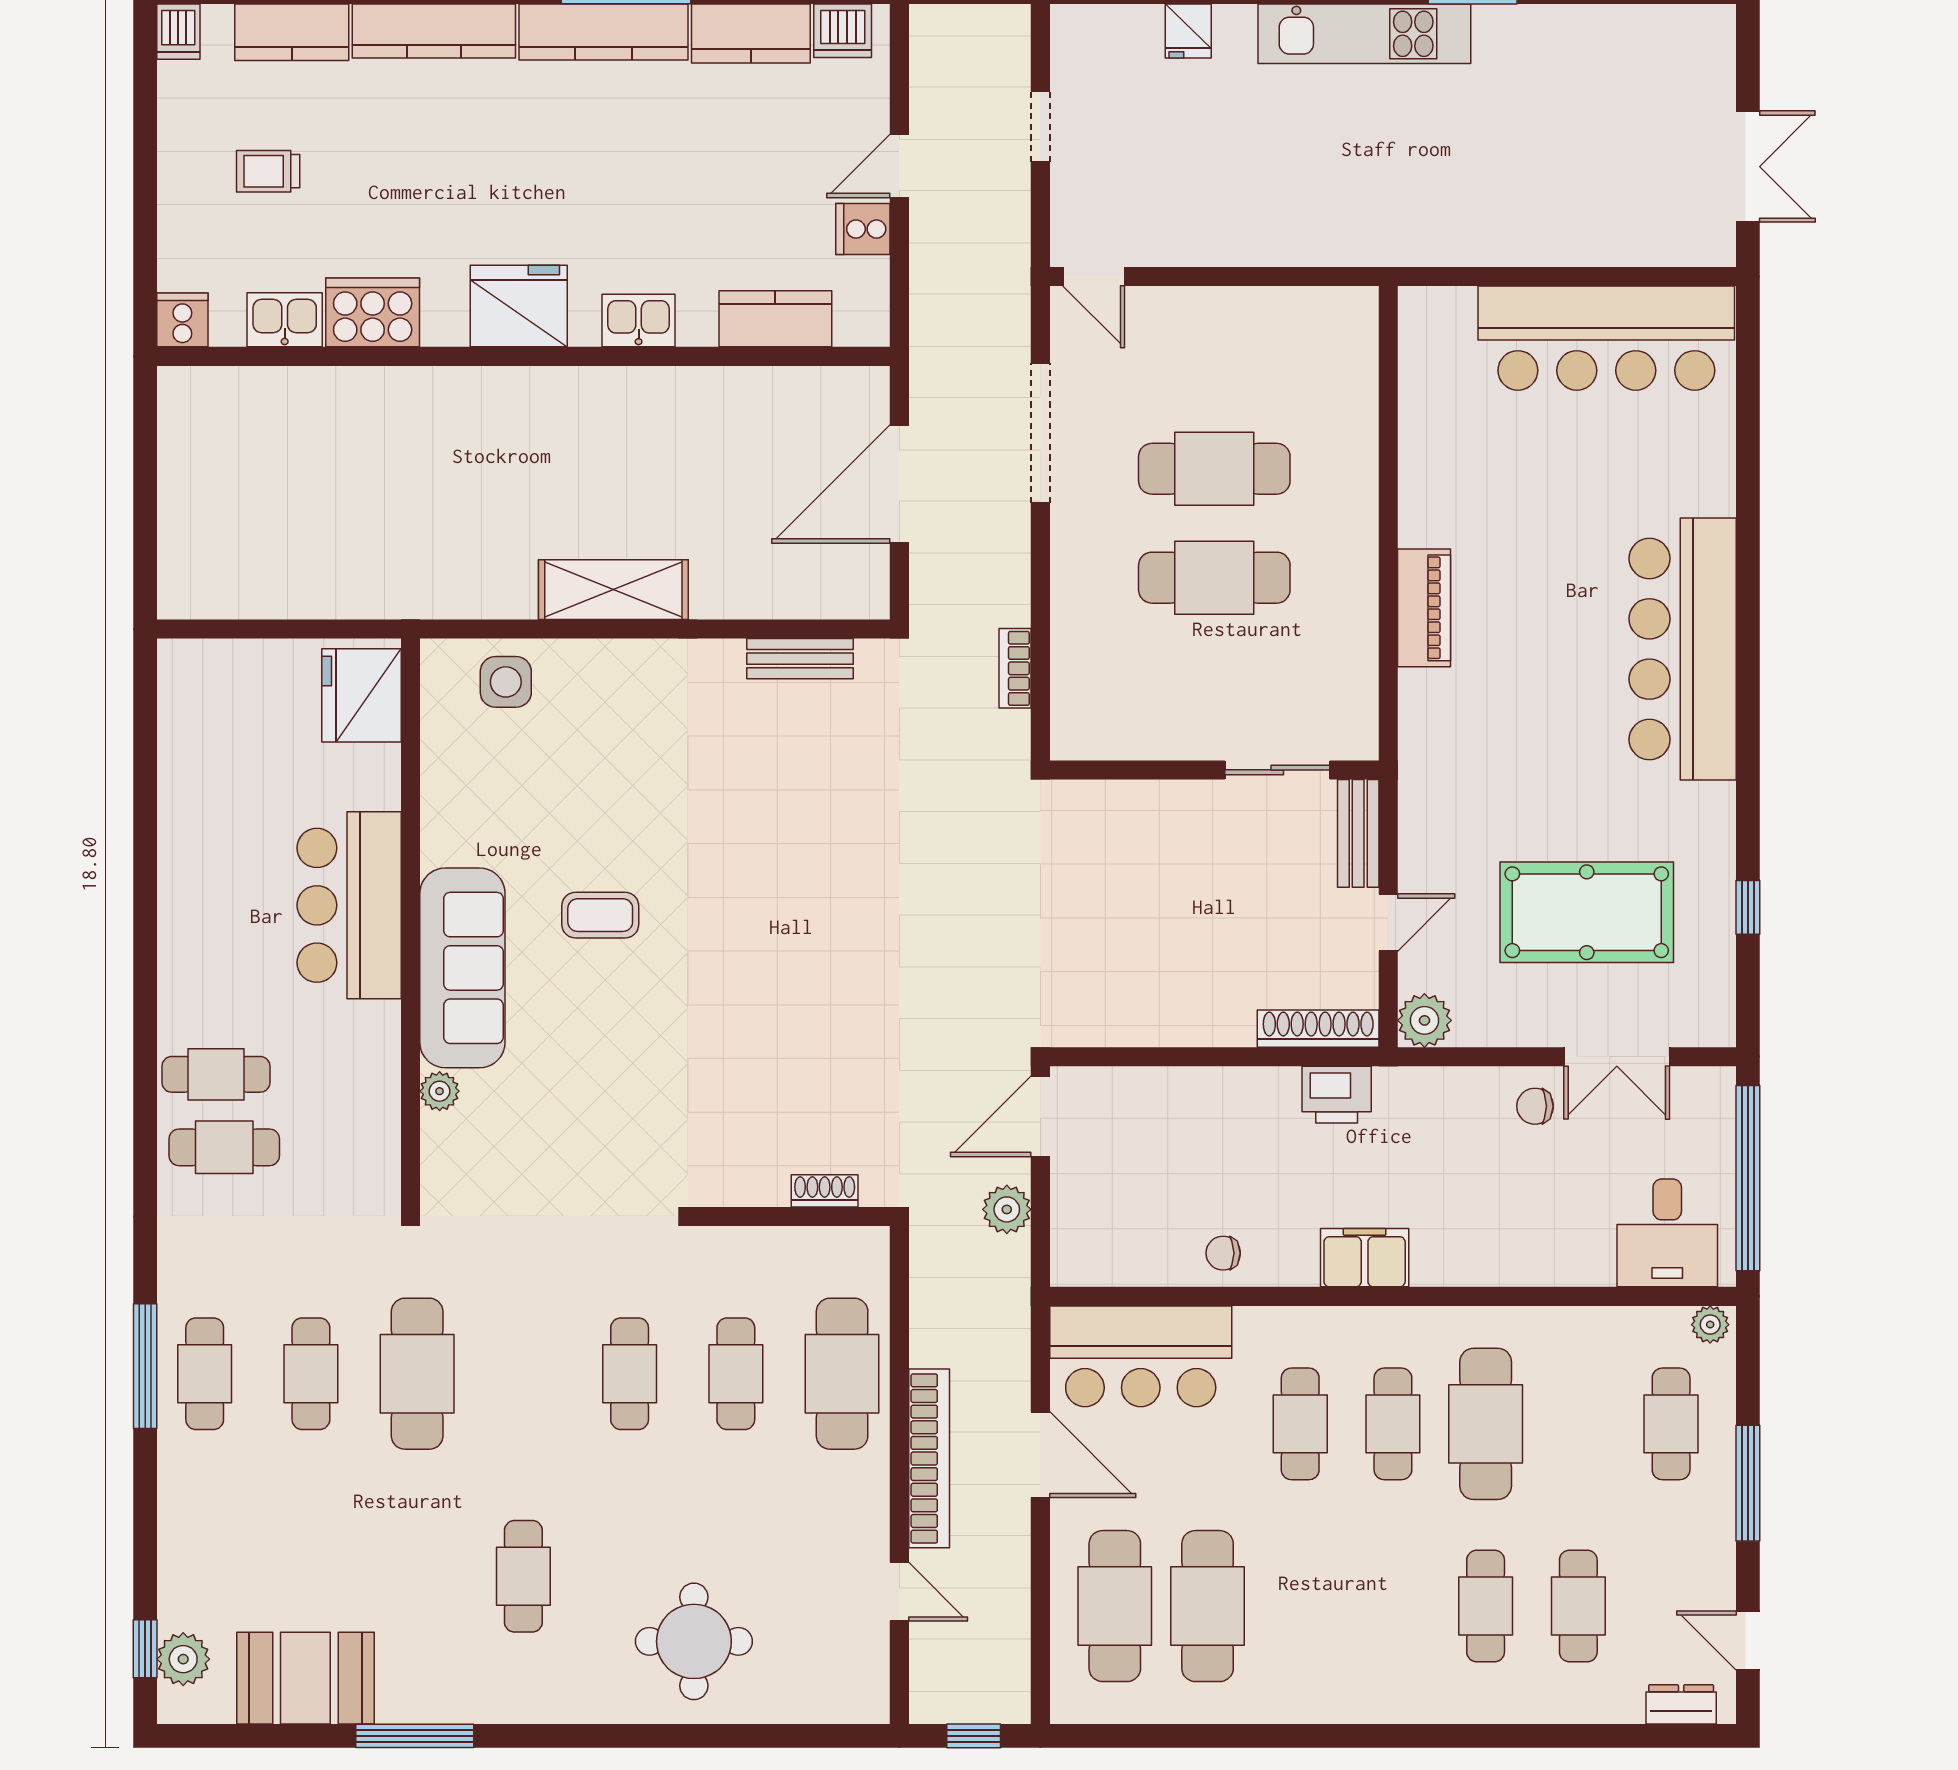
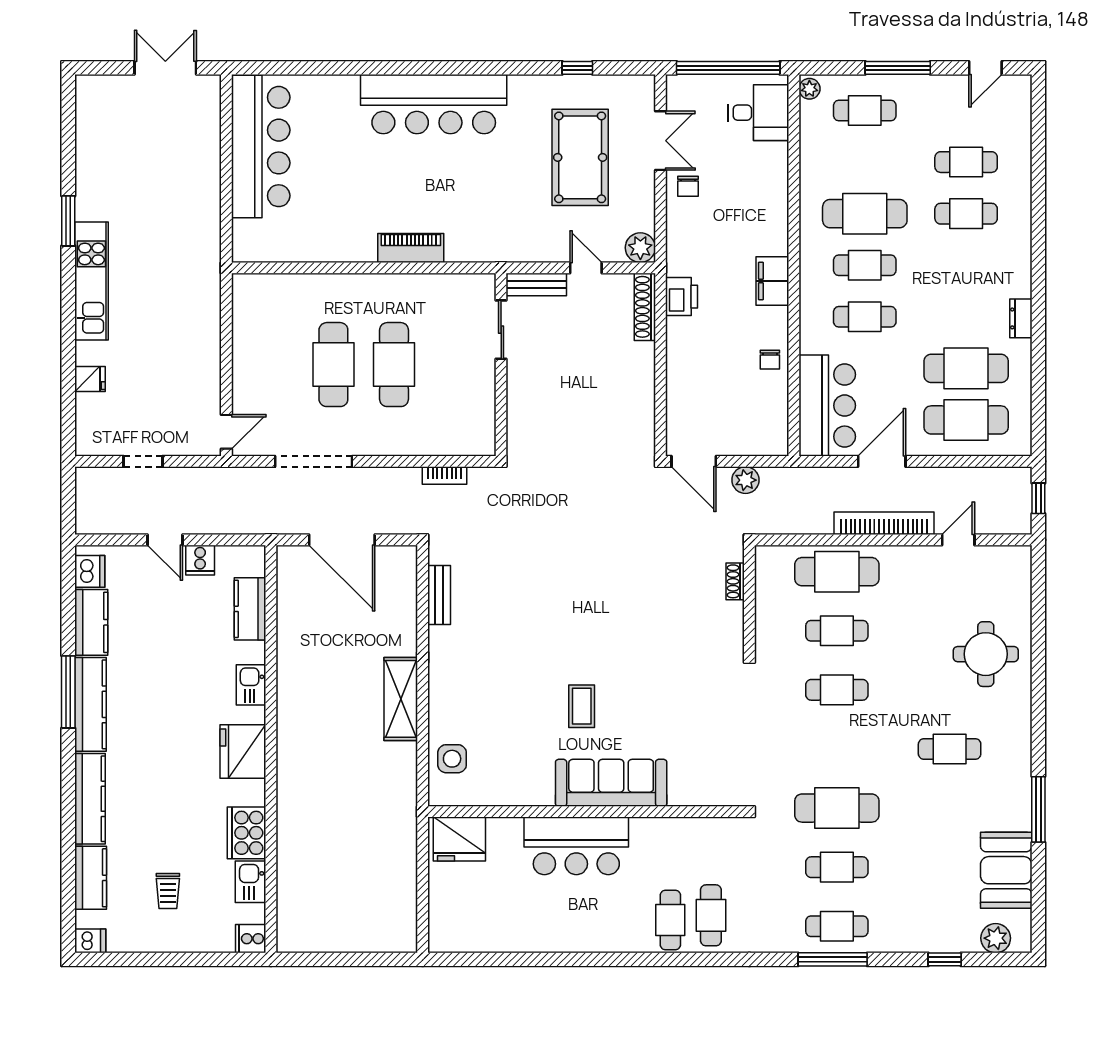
plant: (440, 1091) -> (680, 796), removed
window: (145, 1649) -> (945, 959), moved
dresser: (1681, 1704) -> (1021, 318), moved

